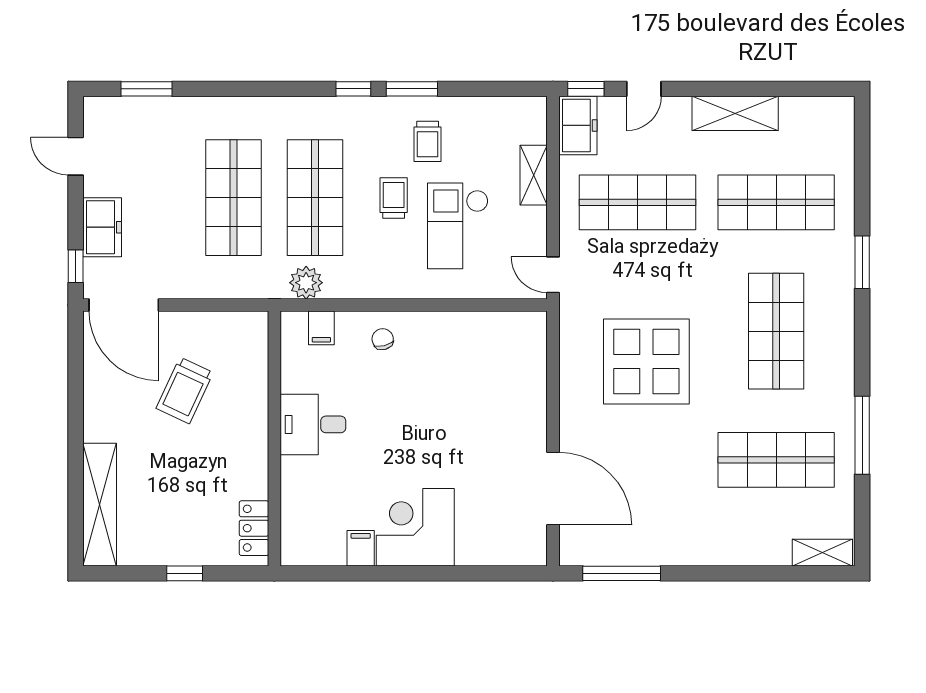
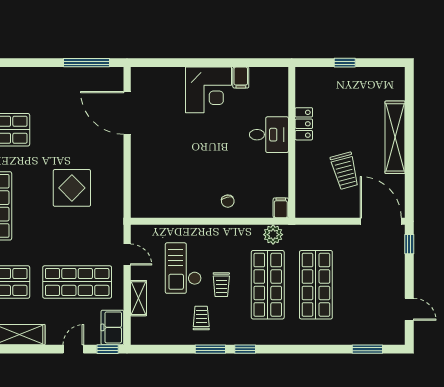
checkout: (458, 226) -> (183, 268), turned 180
freezer: (102, 227) -> (394, 267), removed
door: (553, 275) -> (127, 255), moved
filing cabinet: (321, 328) -> (281, 208), moved
display table: (646, 361) -> (72, 188), width x0.73, depth x0.73
trolley: (185, 390) -> (345, 171), turned 140
desk: (313, 424) -> (269, 135), moved
shelving: (100, 505) -> (395, 137), moved
locker: (254, 528) -> (304, 124), moved

